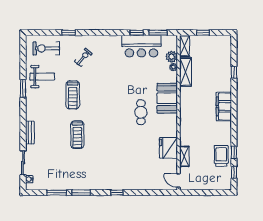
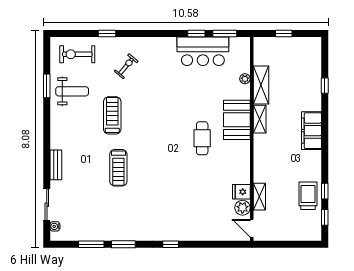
shelving: (184, 46) -> (260, 119), moved
plant: (172, 57) -> (242, 208), moved
window: (23, 88) -> (47, 86), moved
treadmill: (73, 95) -> (112, 115), turned 180
fridge: (168, 148) -> (241, 192), width x0.53, depth x0.75

